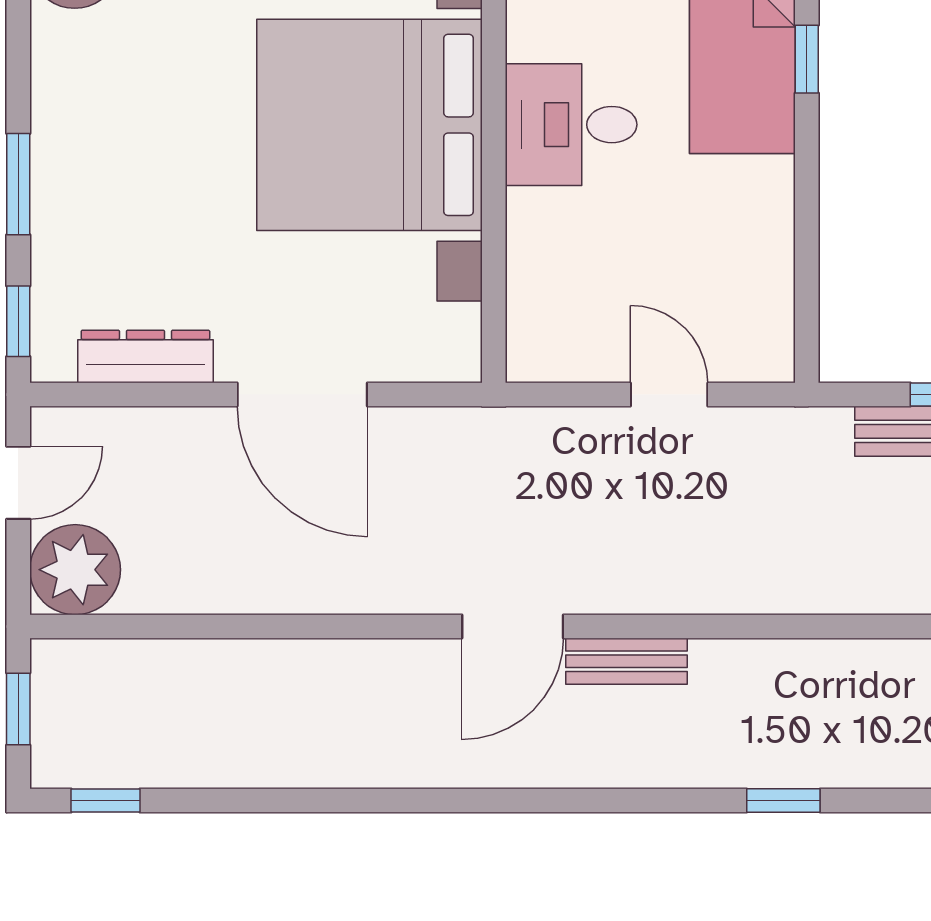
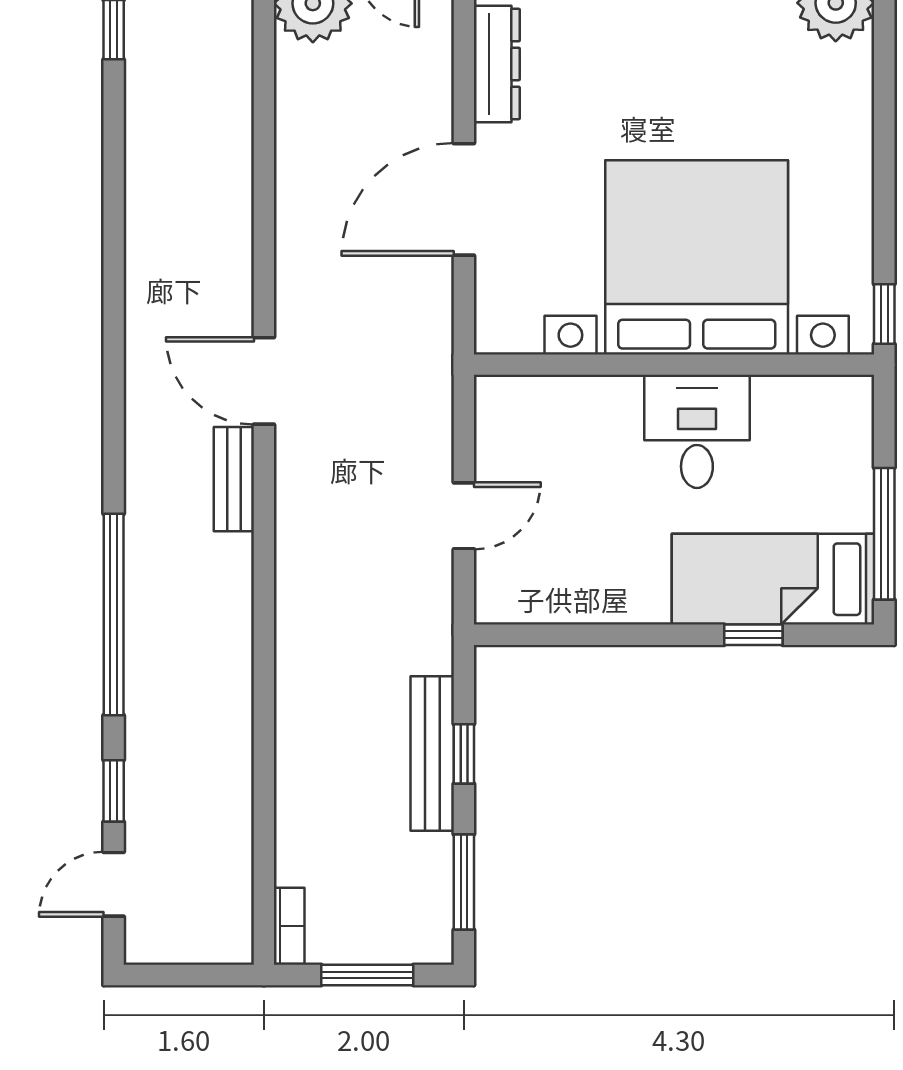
window: (783, 800) -> (114, 615), width x3.17

